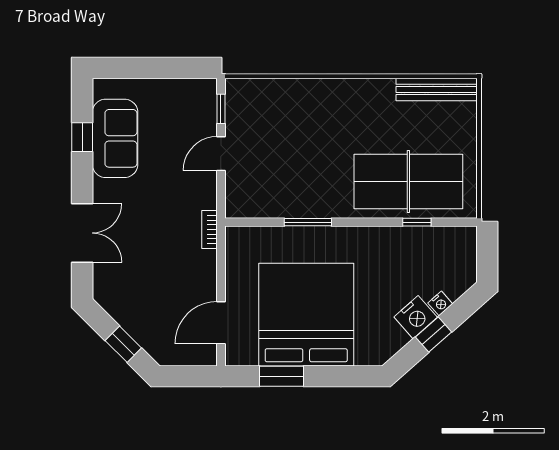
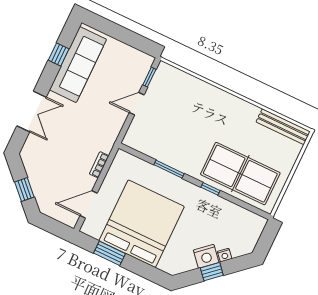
sofa: (115, 138) -> (78, 65), width x1.36
window: (417, 222) -> (210, 189), moved
bookcase: (210, 230) -> (99, 165), moved

